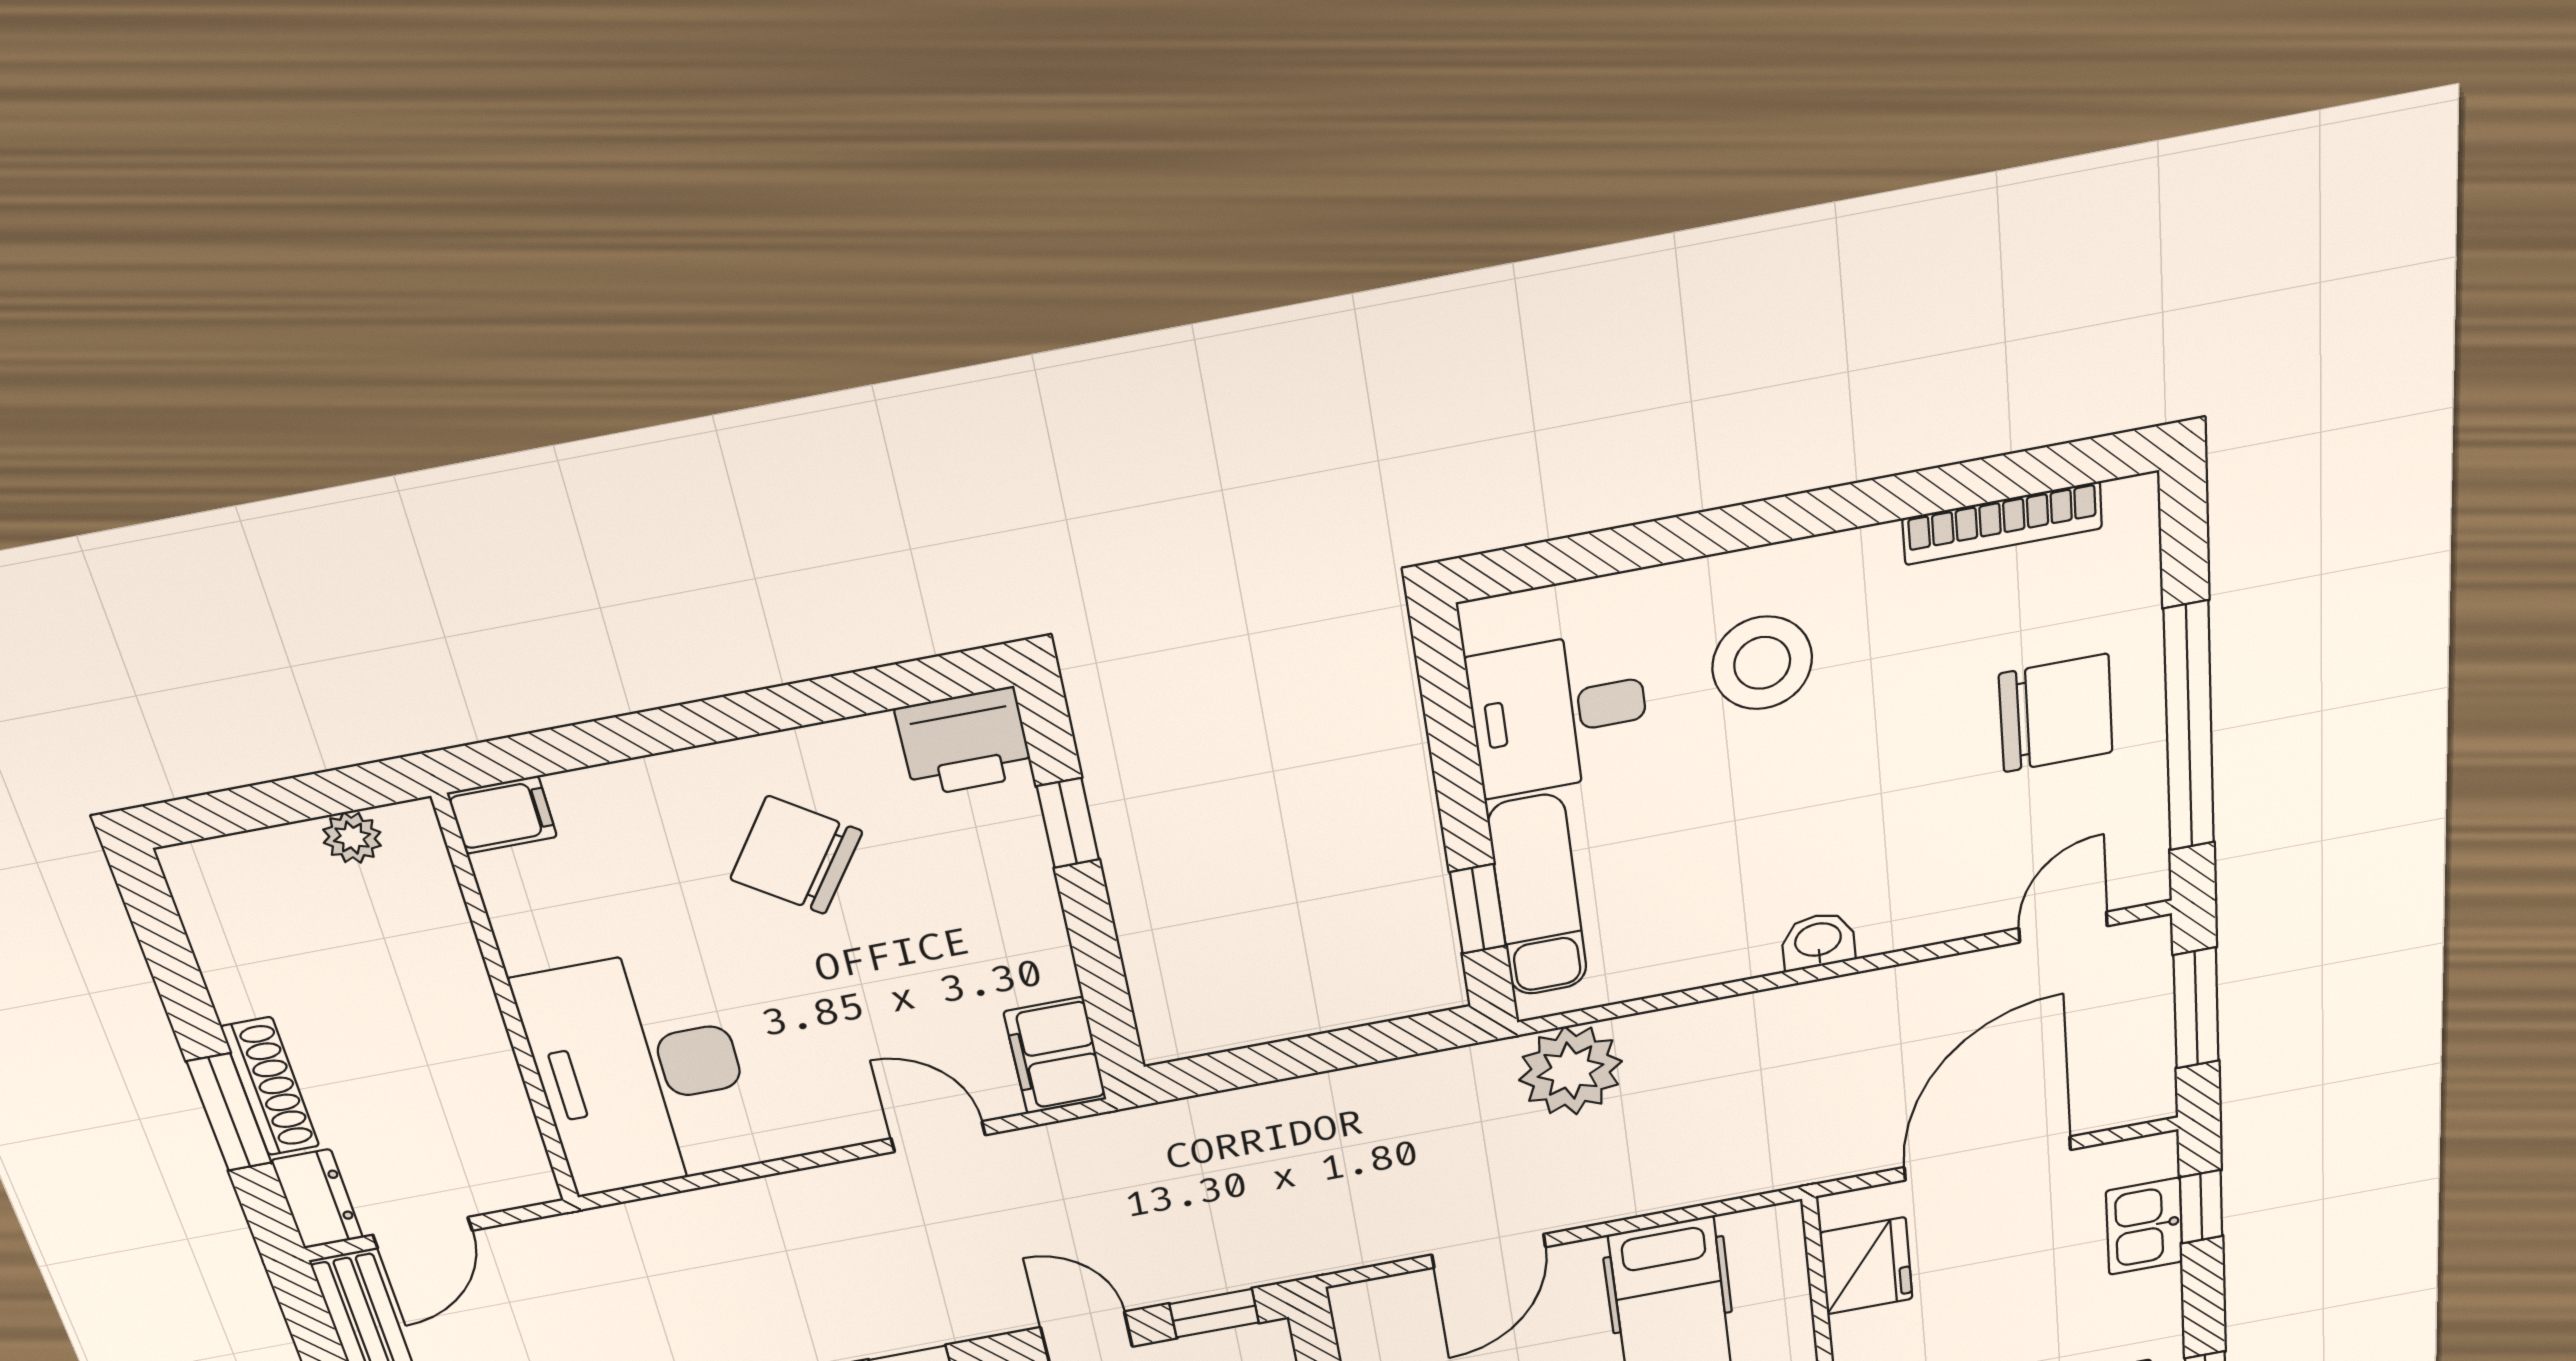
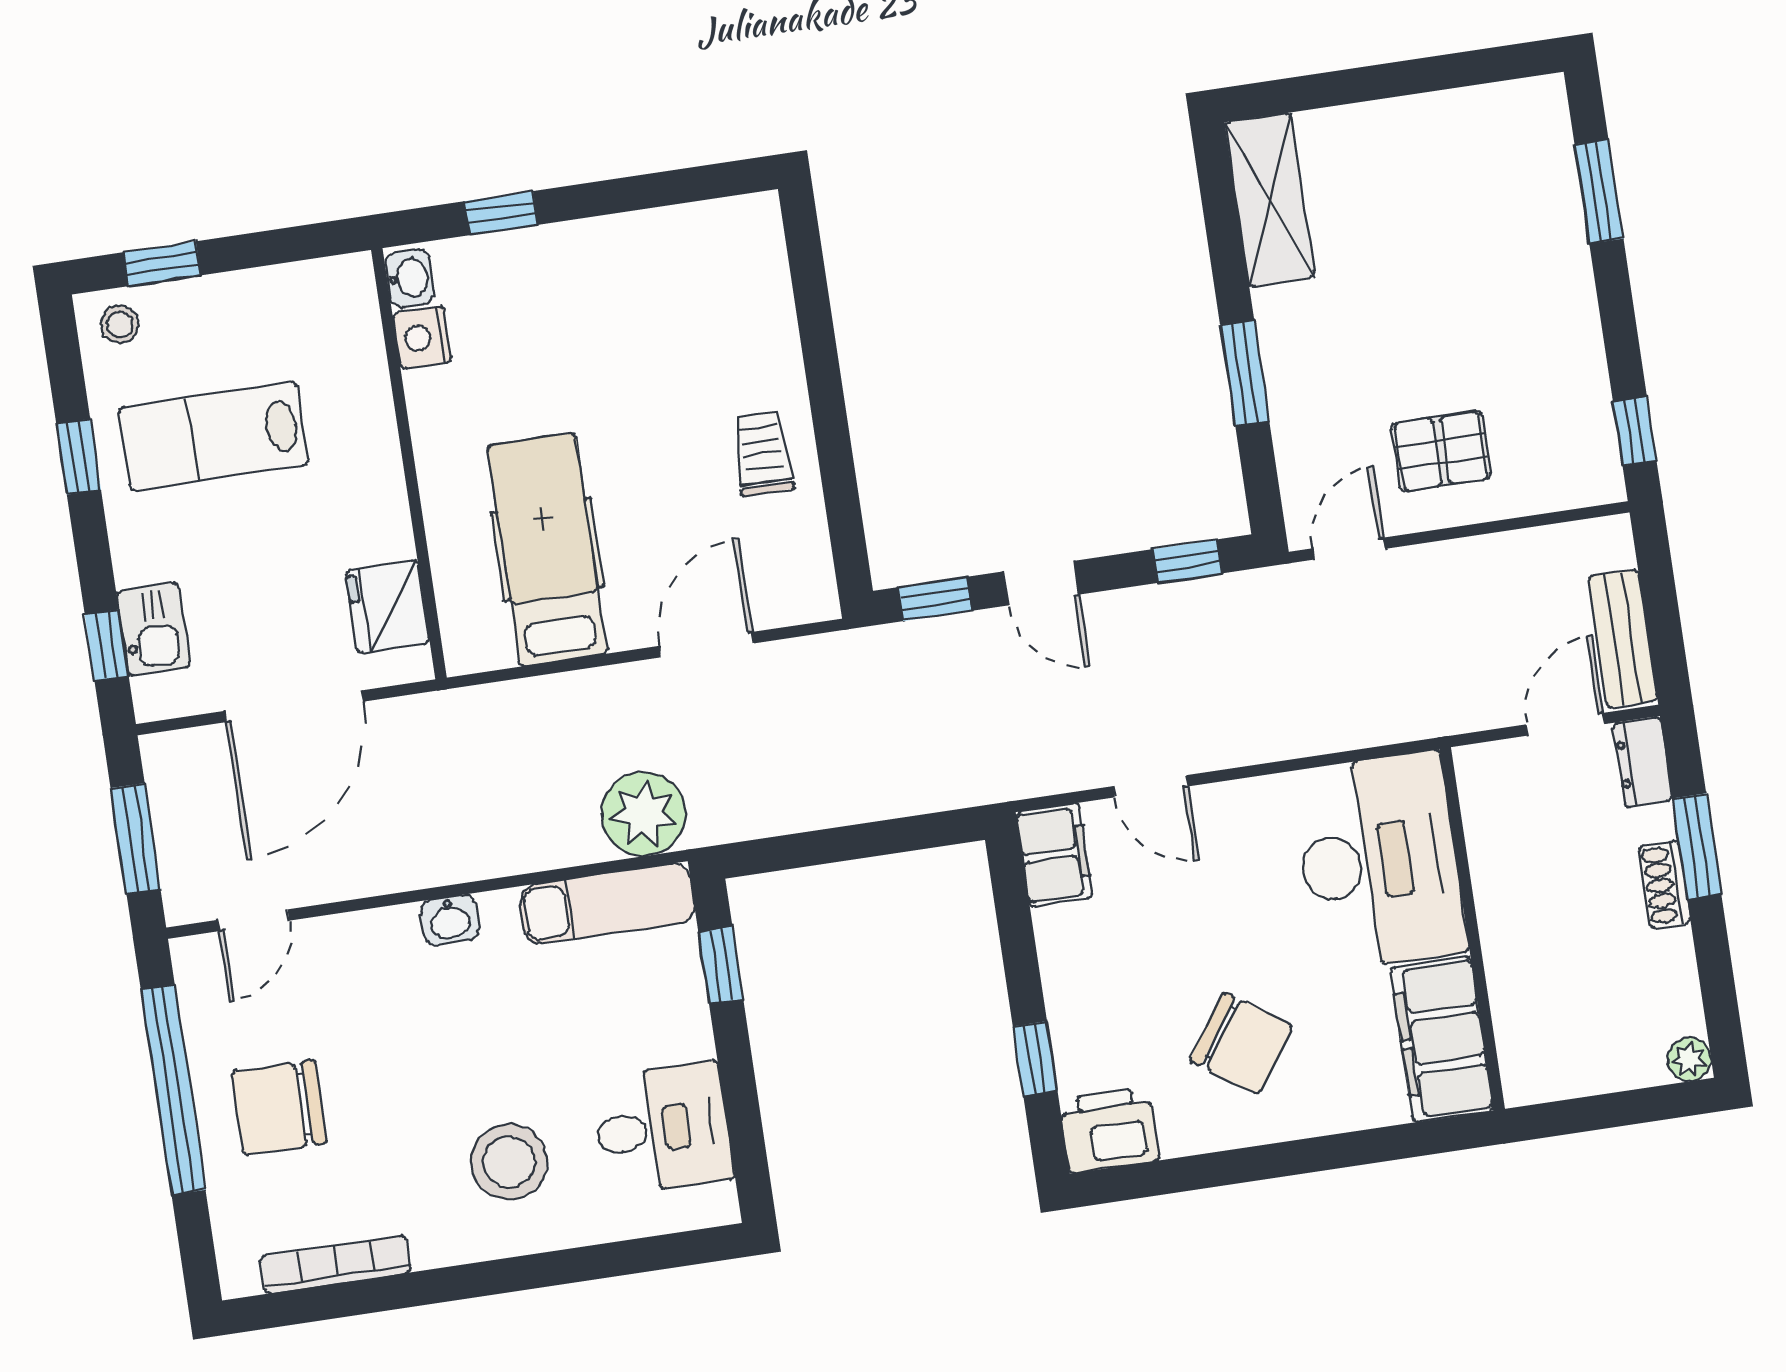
filing cabinet: (502, 815) -> (1442, 1039), width x3.00, depth x1.17
plant: (352, 838) -> (1689, 1059), moved
exam couch: (1538, 896) -> (607, 904), moved, turned -90
shoe rack: (270, 1087) -> (1665, 885), width x0.70

